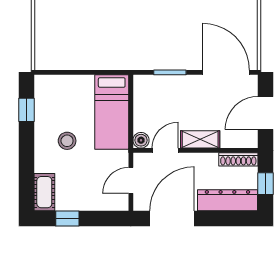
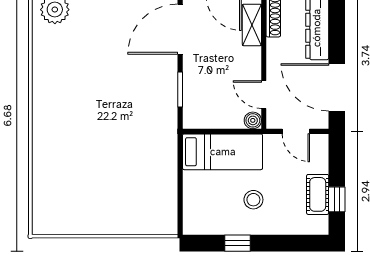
window: (27, 110) -> (237, 243), moved
shelving: (200, 139) -> (252, 25), moved
cot: (44, 192) -> (318, 194), moved, turned 90

